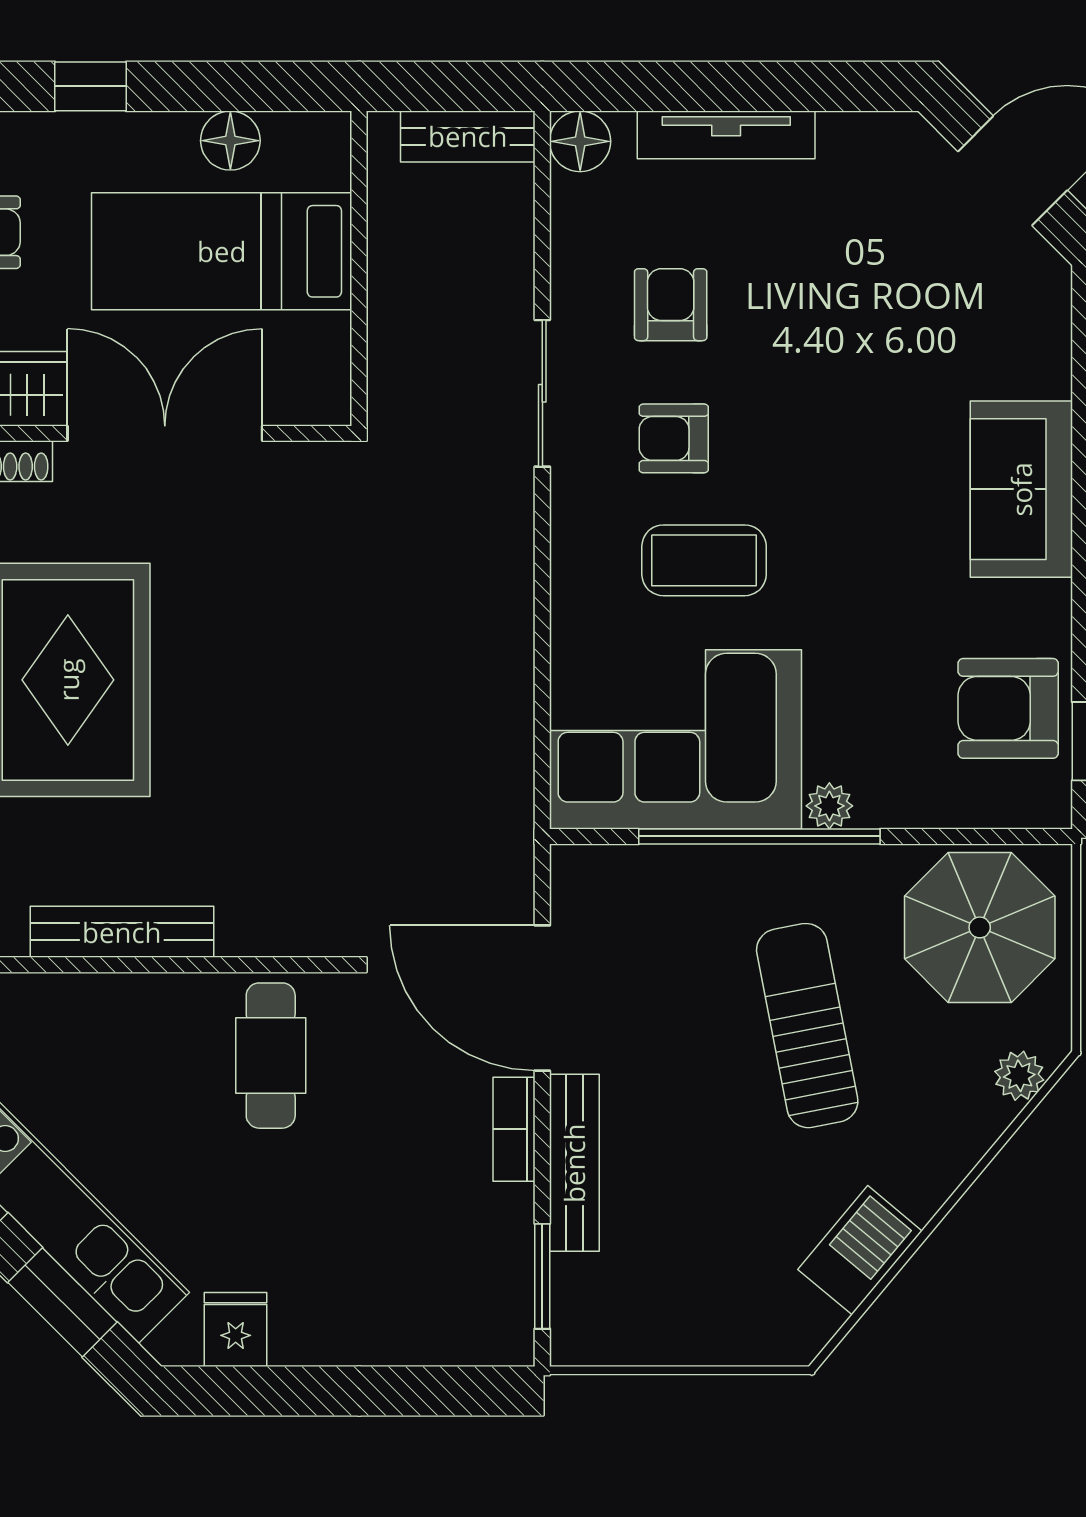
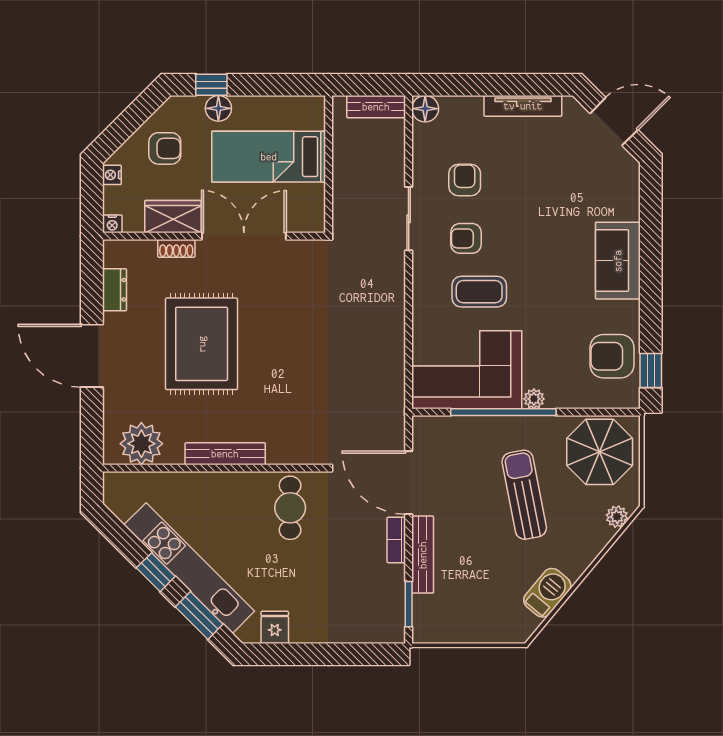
tv unit: (726, 135) -> (523, 106), moved
floor lamp: (230, 141) -> (218, 108), moved

